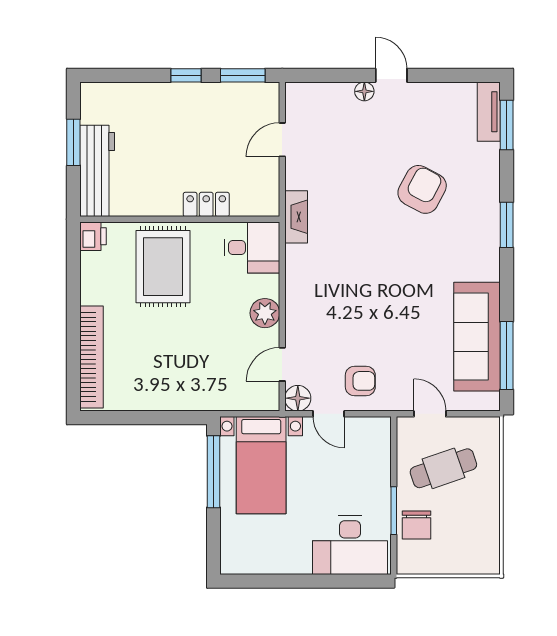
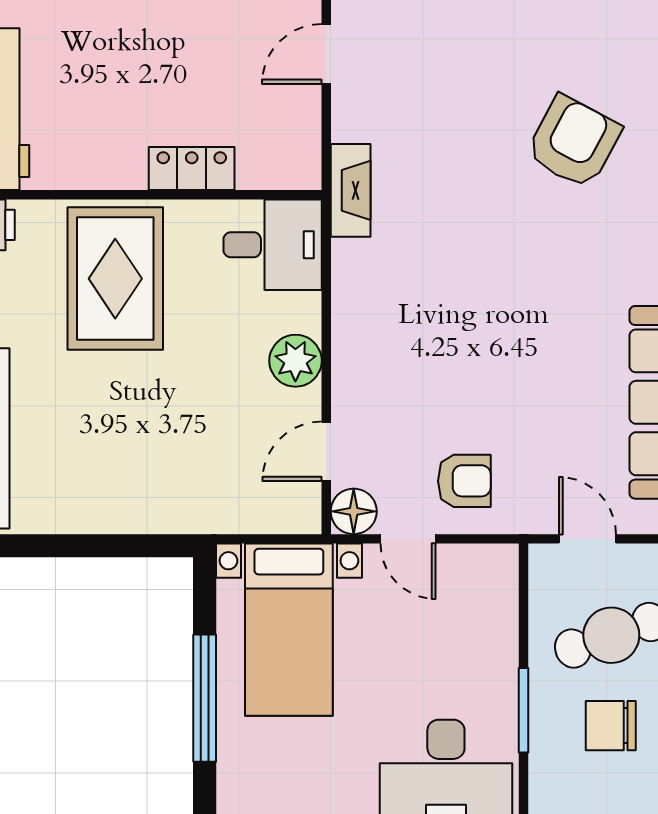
window: (213, 472) -> (205, 698), moved
chair: (416, 525) -> (611, 726), moved, turned 90

